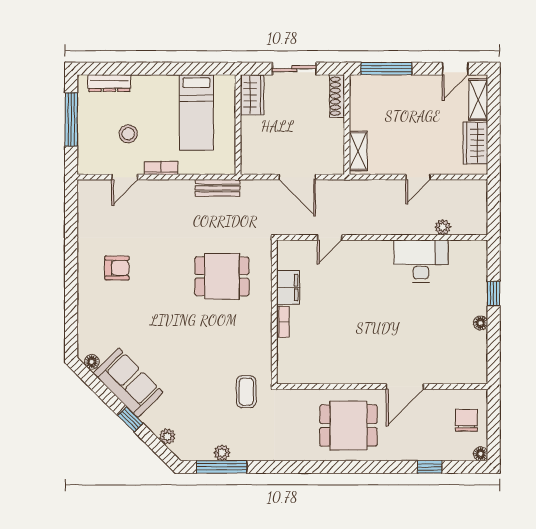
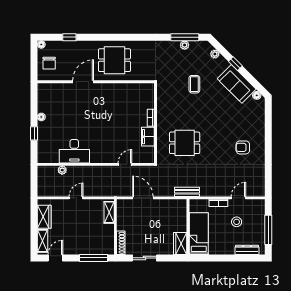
wardrobe: (252, 95) -> (180, 243), moved
wall: (238, 125) -> (188, 227), moved
coffee table: (246, 392) -> (194, 84), moved

